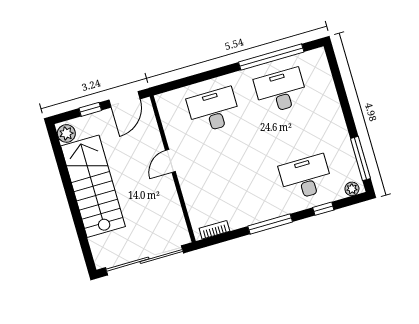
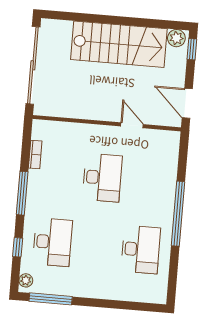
window: (271, 57) -> (178, 214), moved
window: (90, 109) -> (192, 49), moved
desk: (214, 110) -> (102, 178), moved
door: (170, 161) -> (132, 125), moved
bookcase: (214, 230) -> (35, 155), moved

